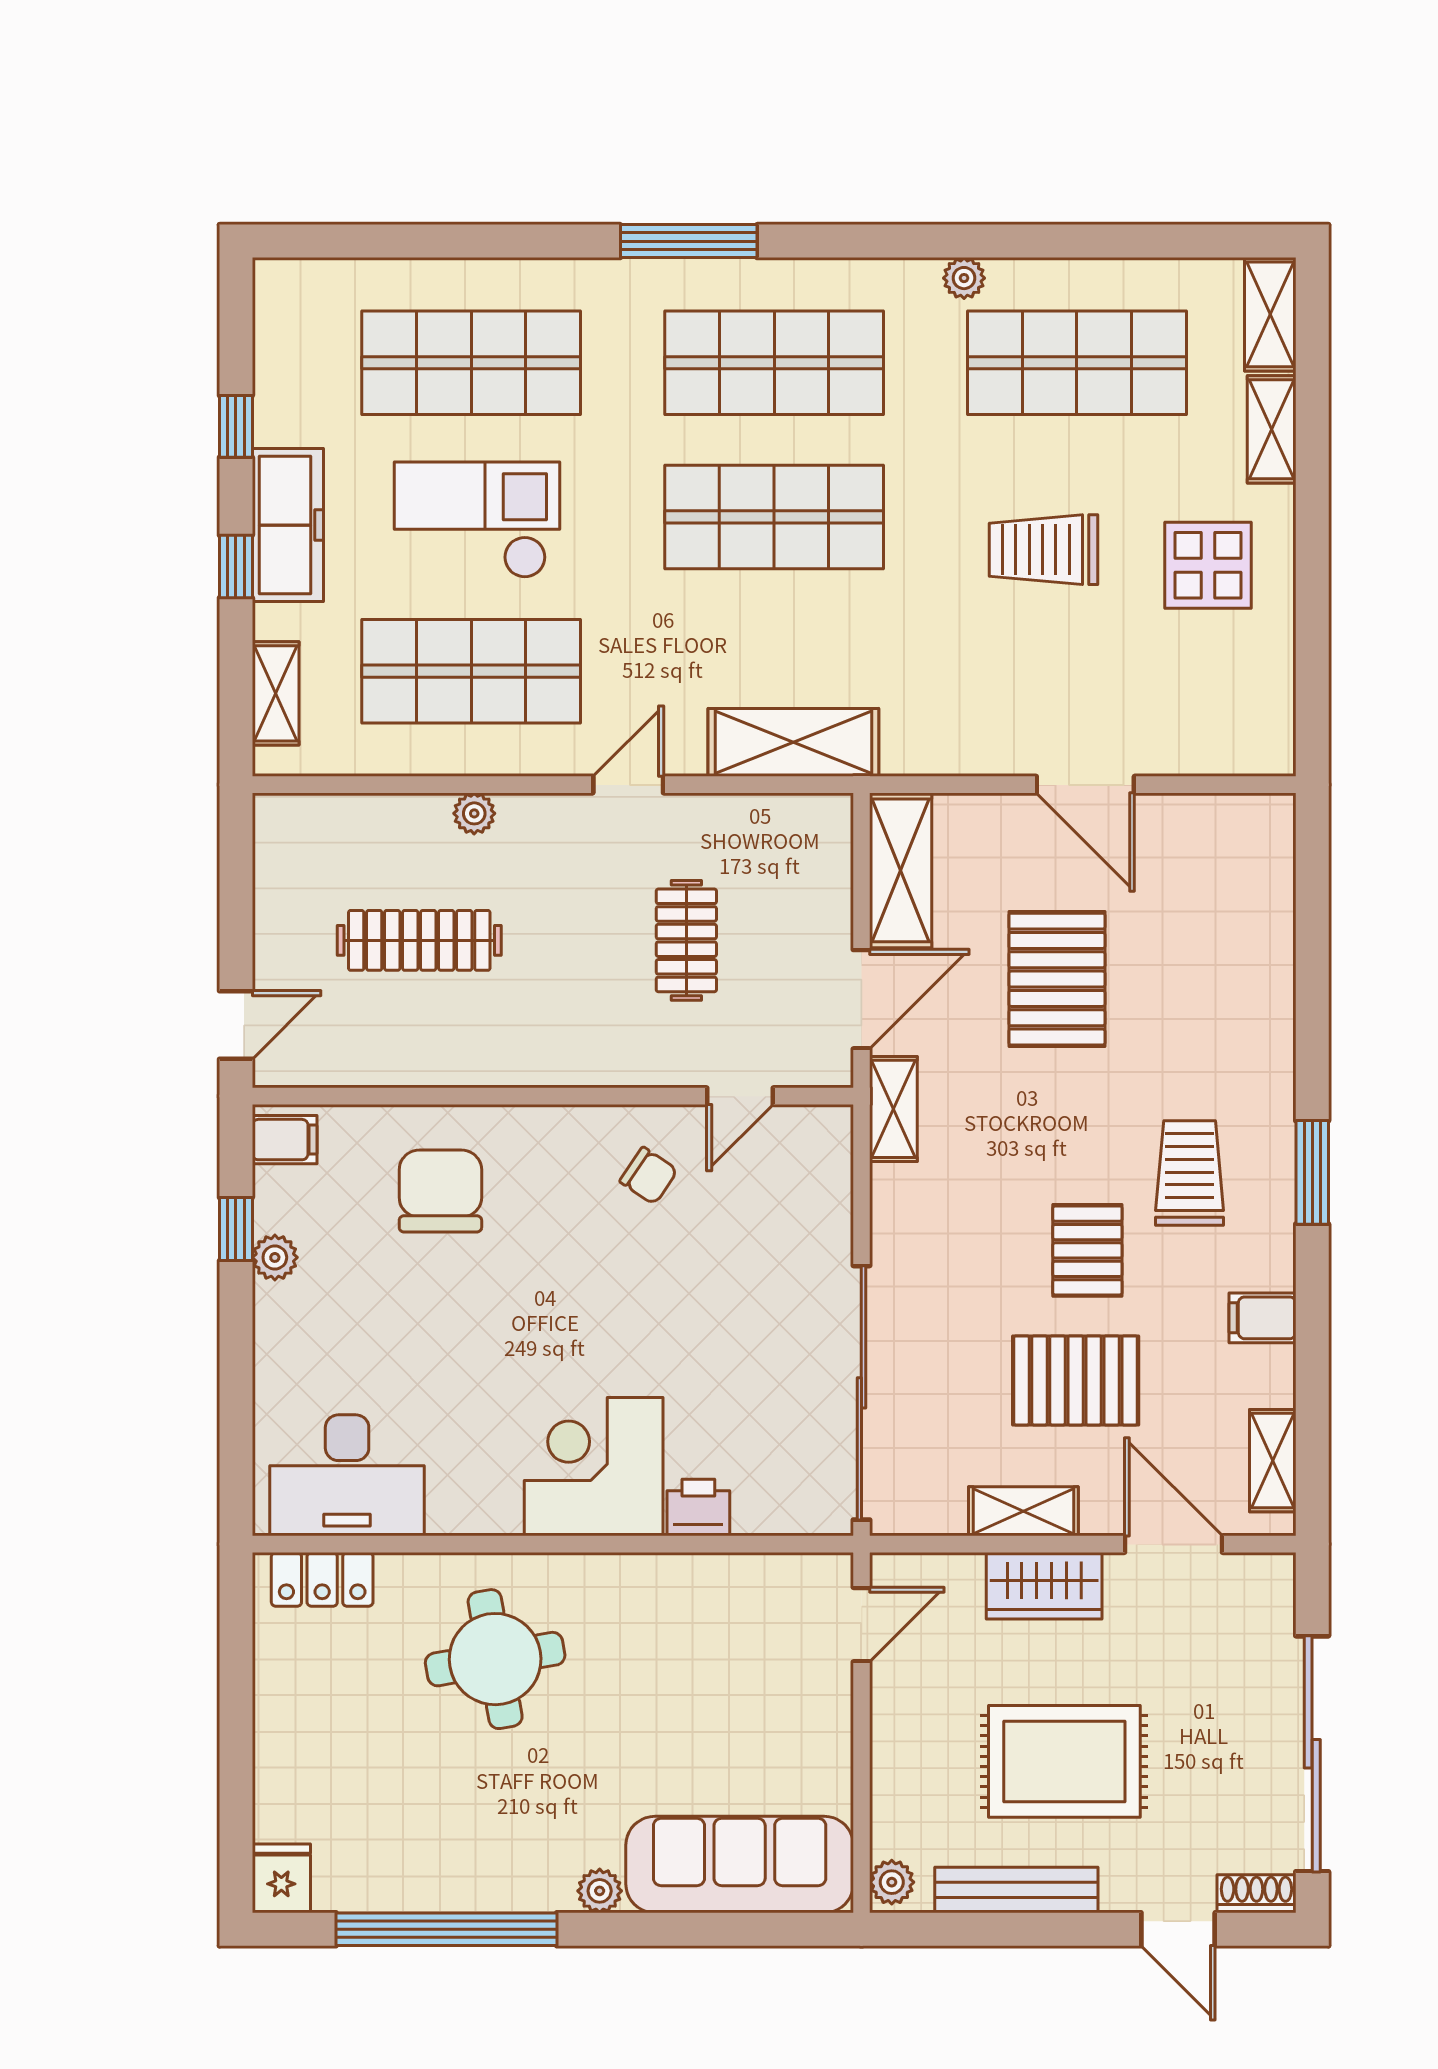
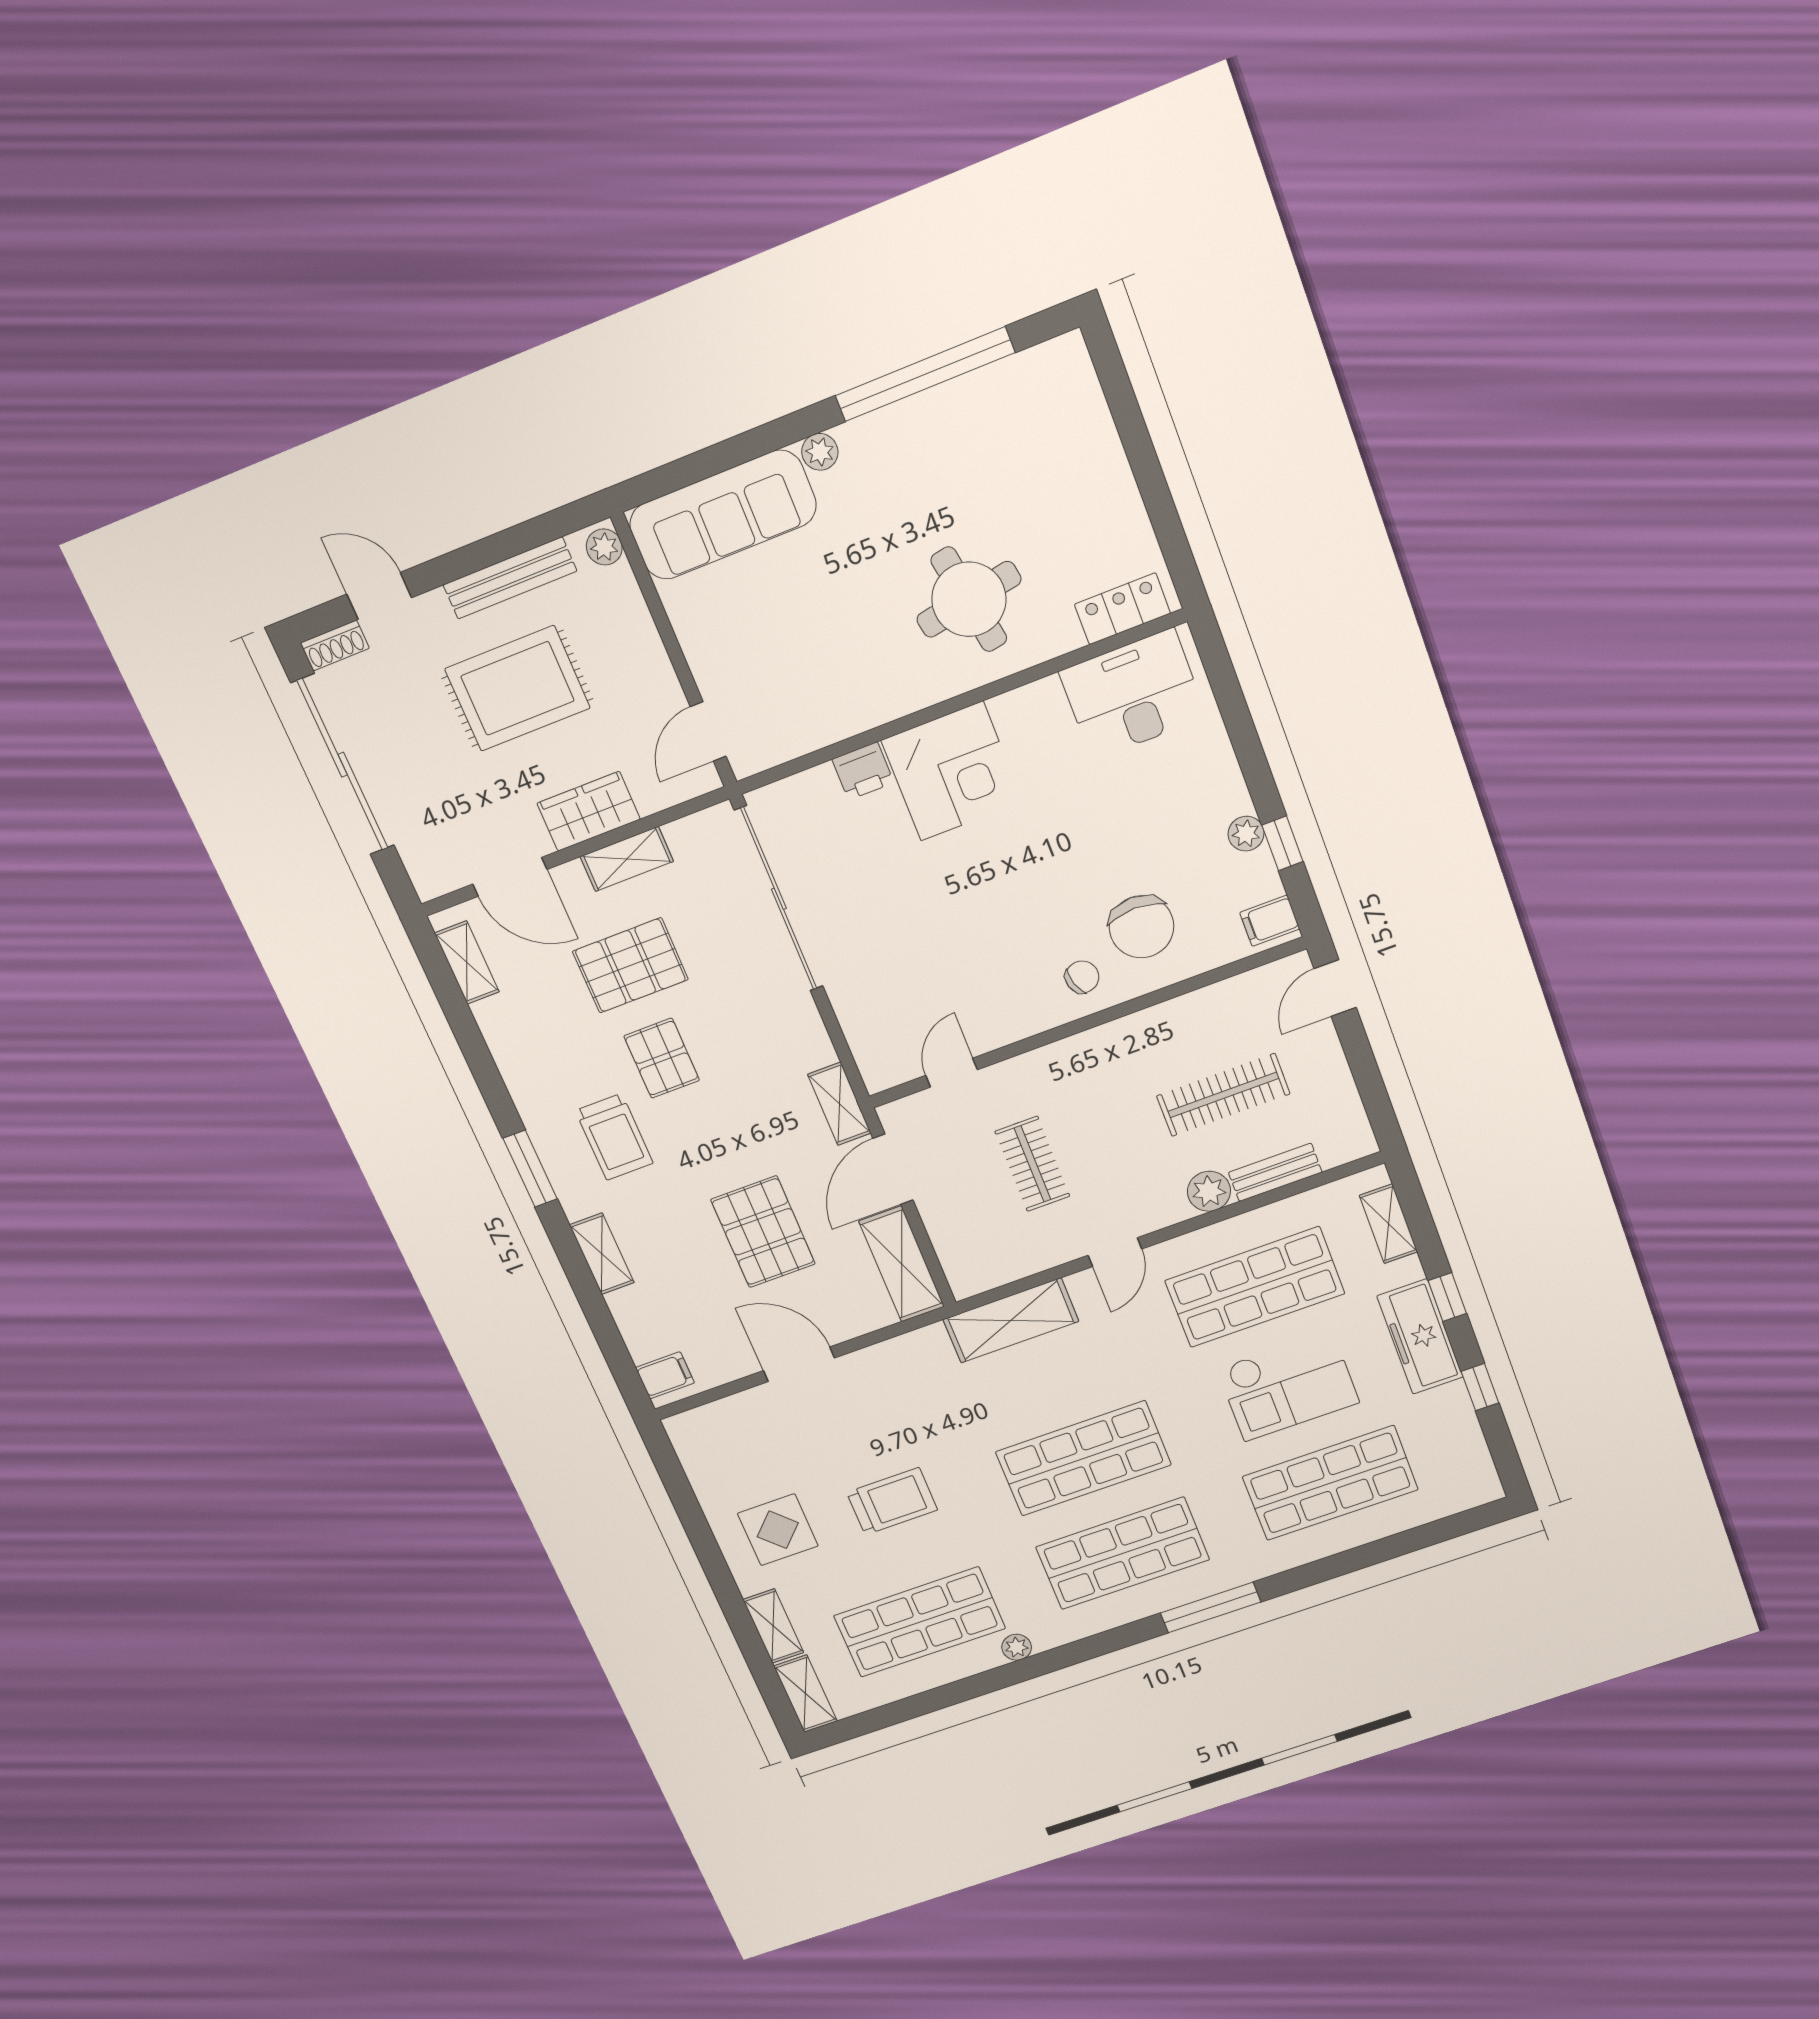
plant: (474, 813) -> (1209, 1191), width x1.38, depth x1.38
bench: (392, 815) -> (1275, 1172), added
shelving: (1272, 1027) -> (602, 1254), added
chair: (649, 1176) -> (1082, 977), moved, turned 129
filing cabinet: (1262, 1318) -> (665, 1375), moved
fridge: (281, 1878) -> (1068, 363), removed

